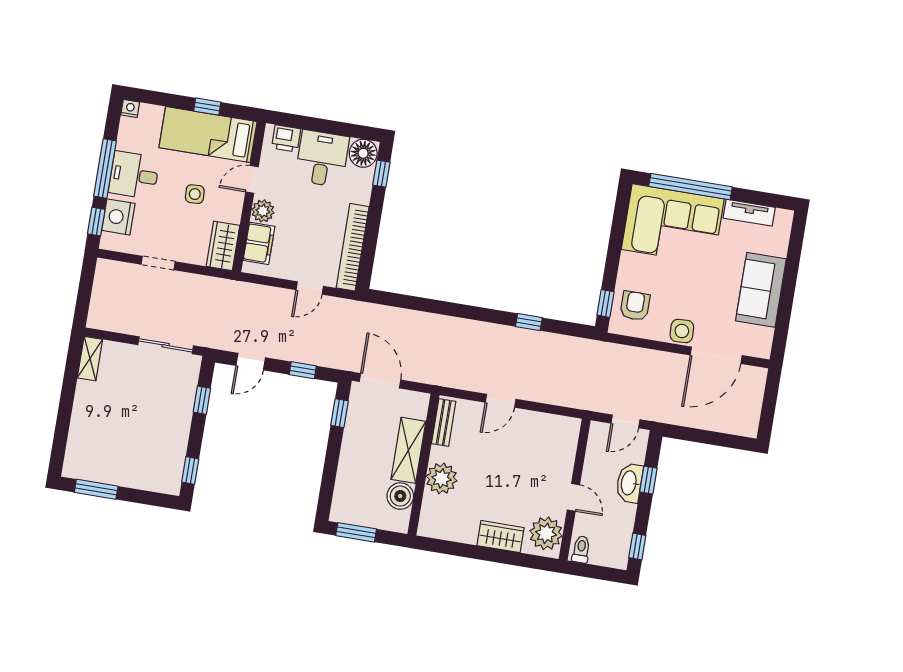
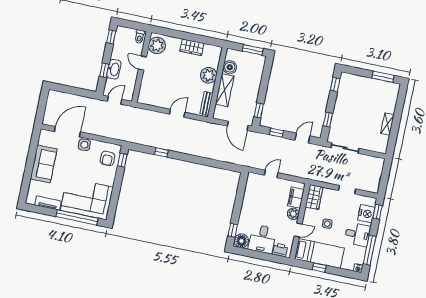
window: (105, 169) -> (370, 250), moved
bookcase: (353, 247) -> (249, 194), removed
shelving: (90, 359) -> (387, 124), moved
wardrobe: (501, 537) -> (192, 47), moved

